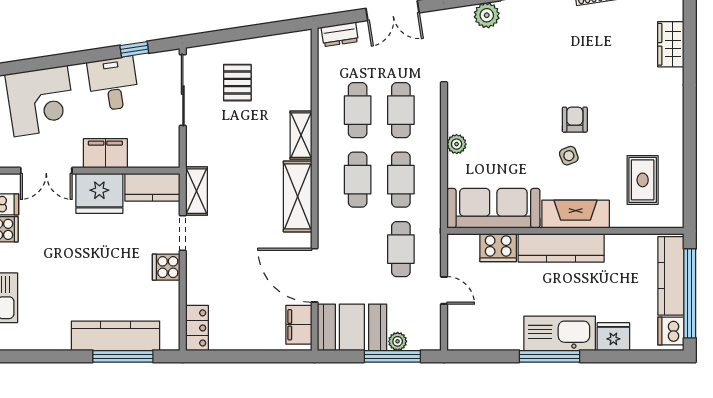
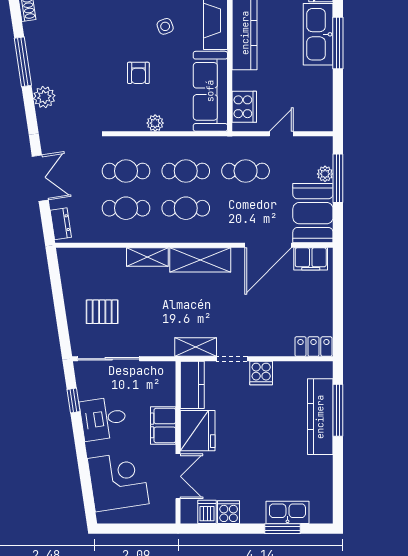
armchair: (575, 120) -> (138, 73), moved, turned -90
cooker: (498, 248) -> (244, 107), moved

